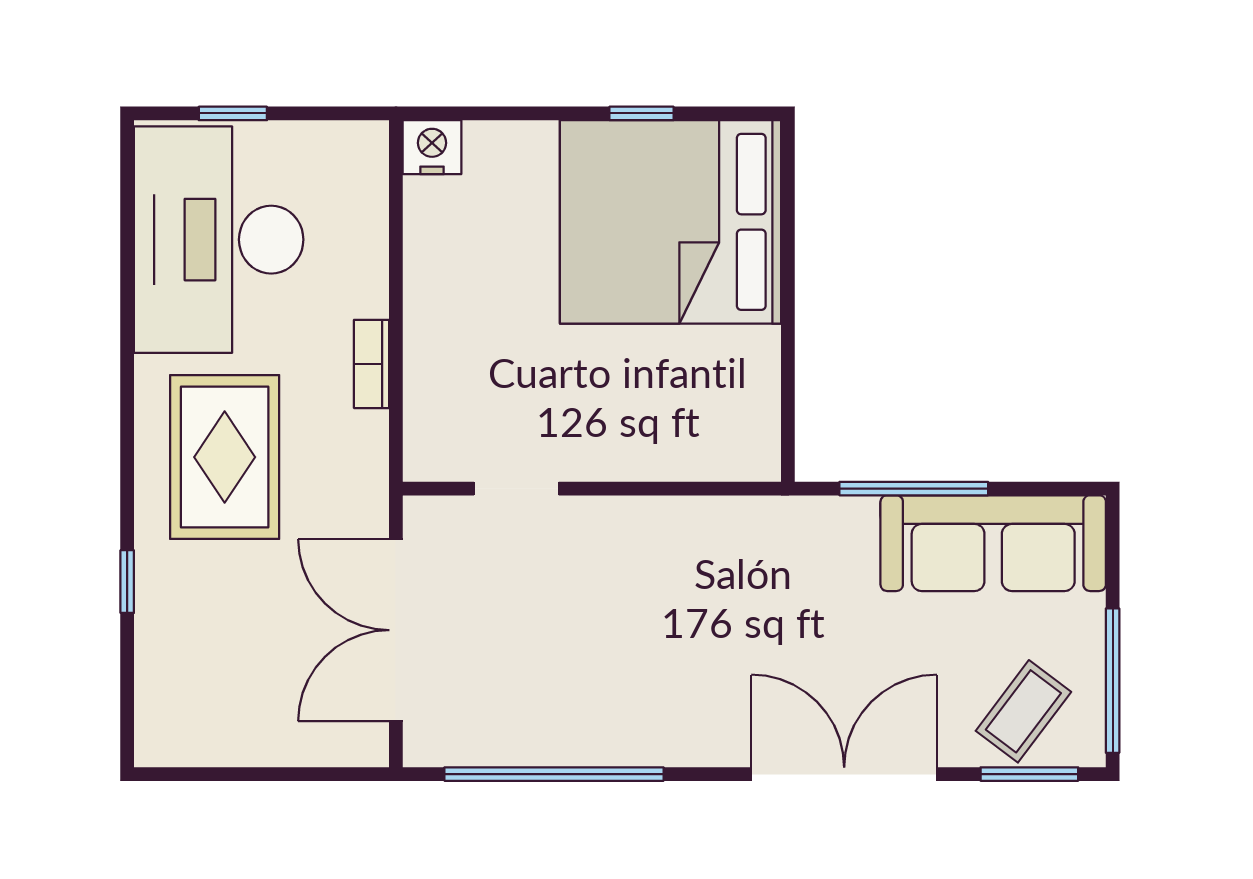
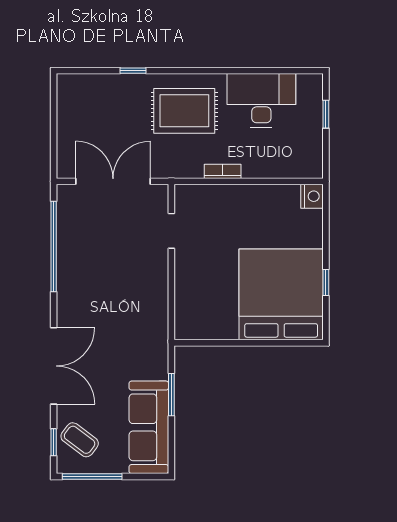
desk: (219, 240) -> (261, 100), width x0.73, depth x0.77
window: (914, 489) -> (171, 395), width x0.69
window: (1029, 774) -> (54, 442), width x0.67

